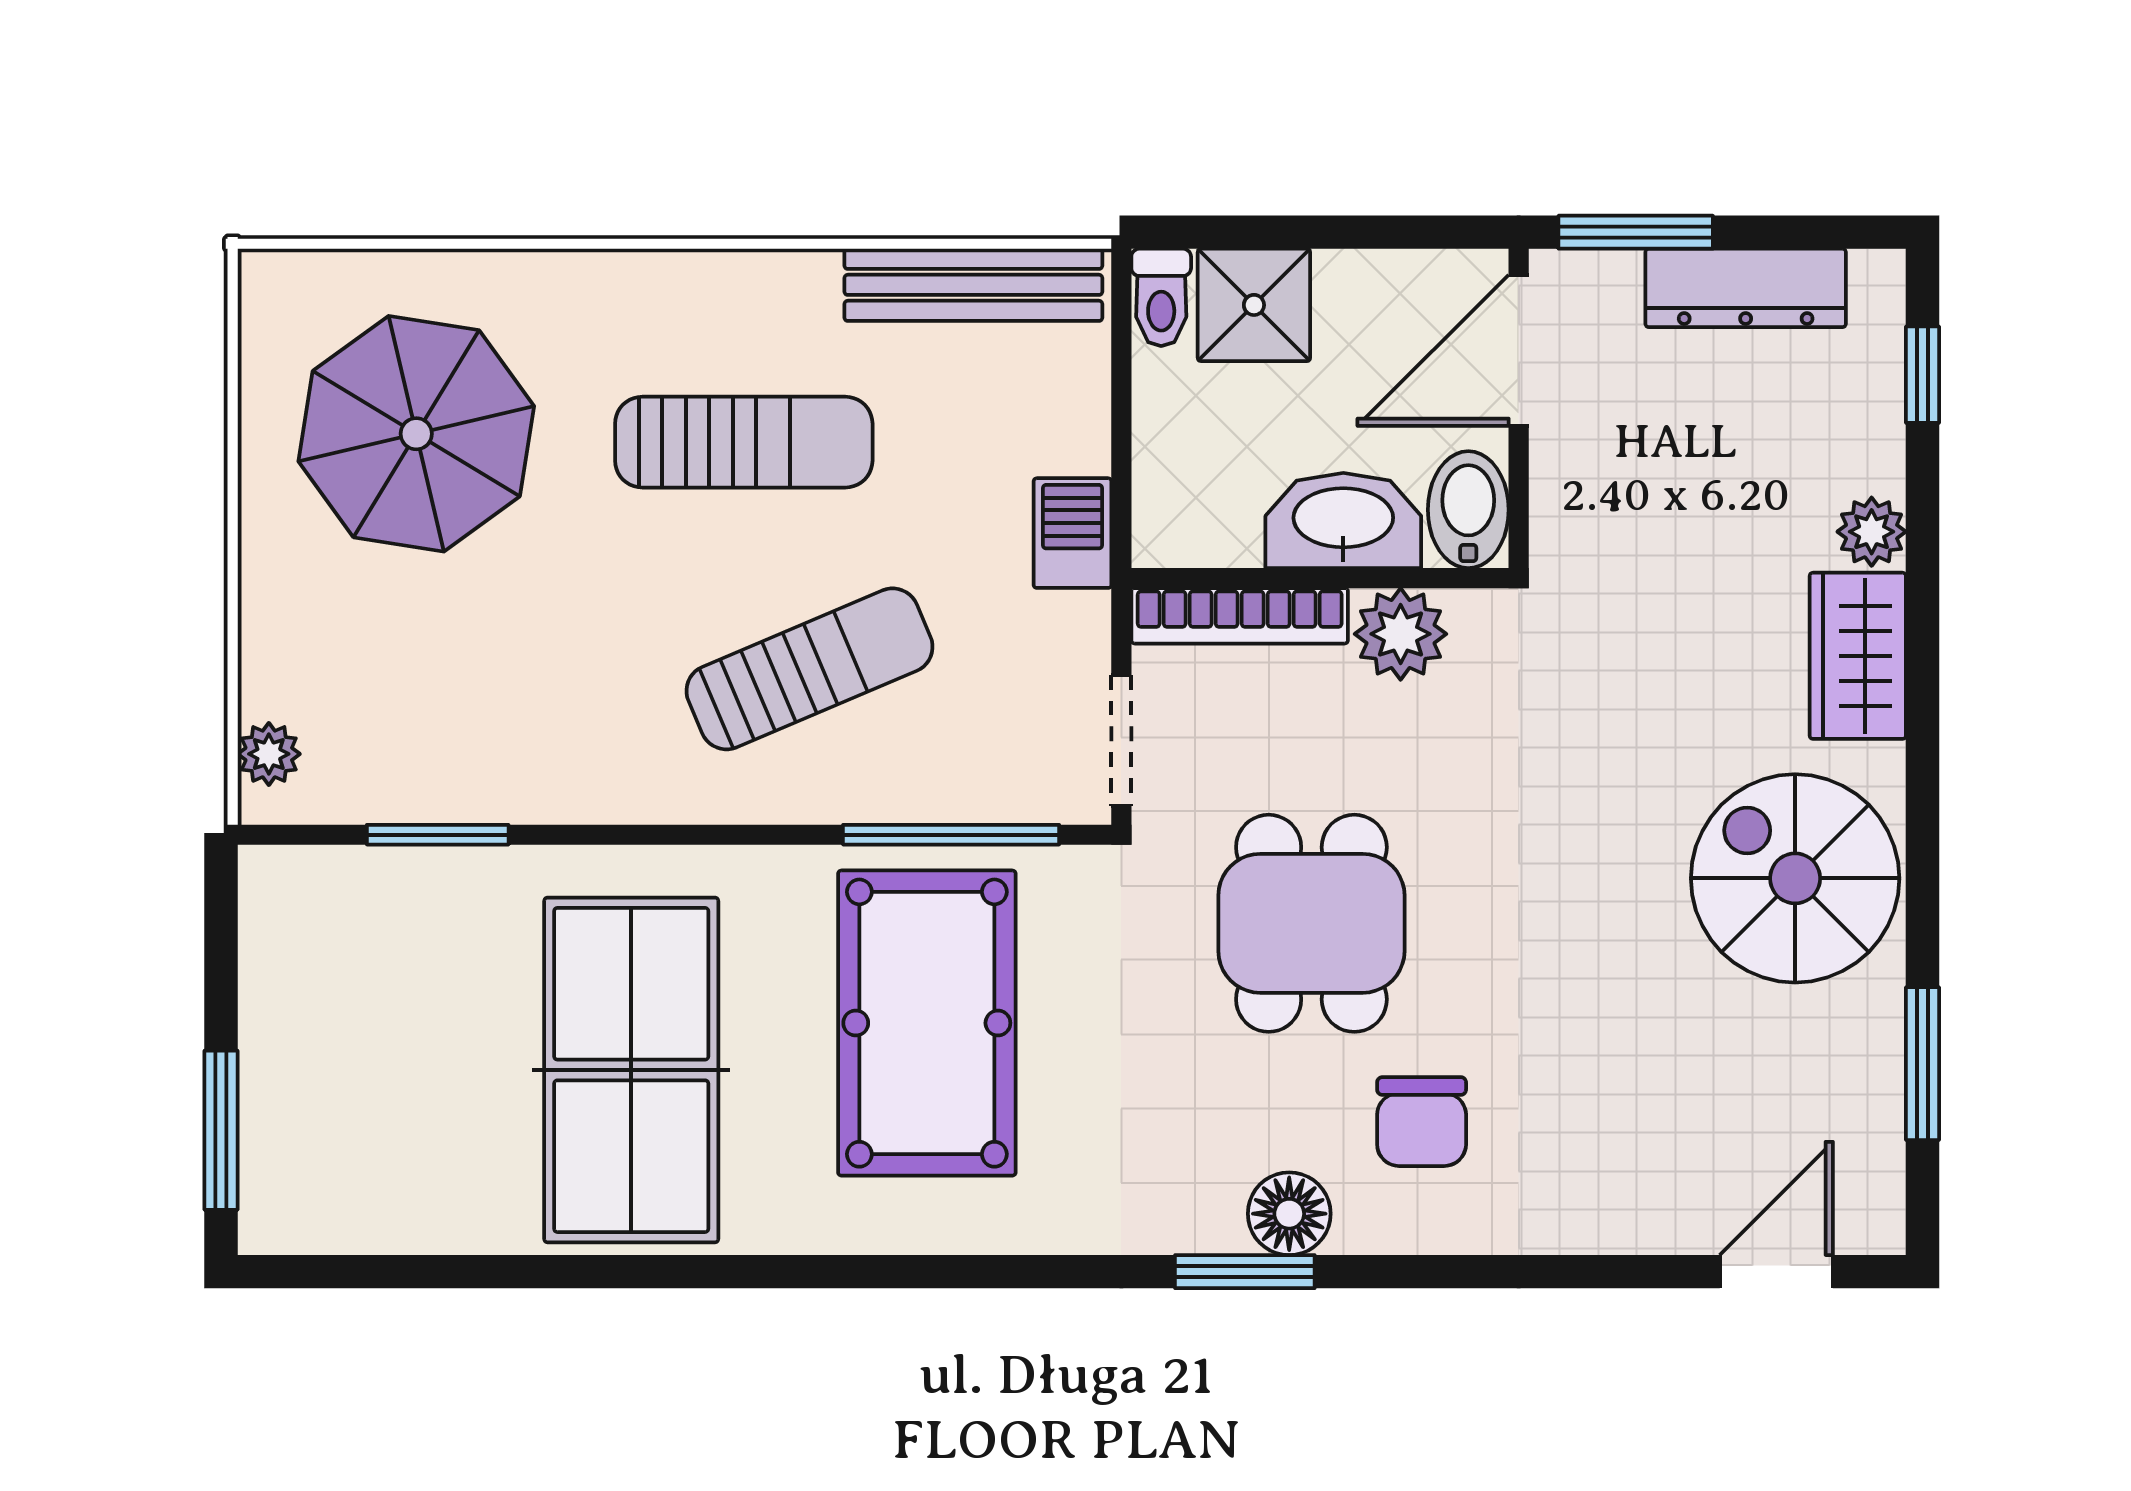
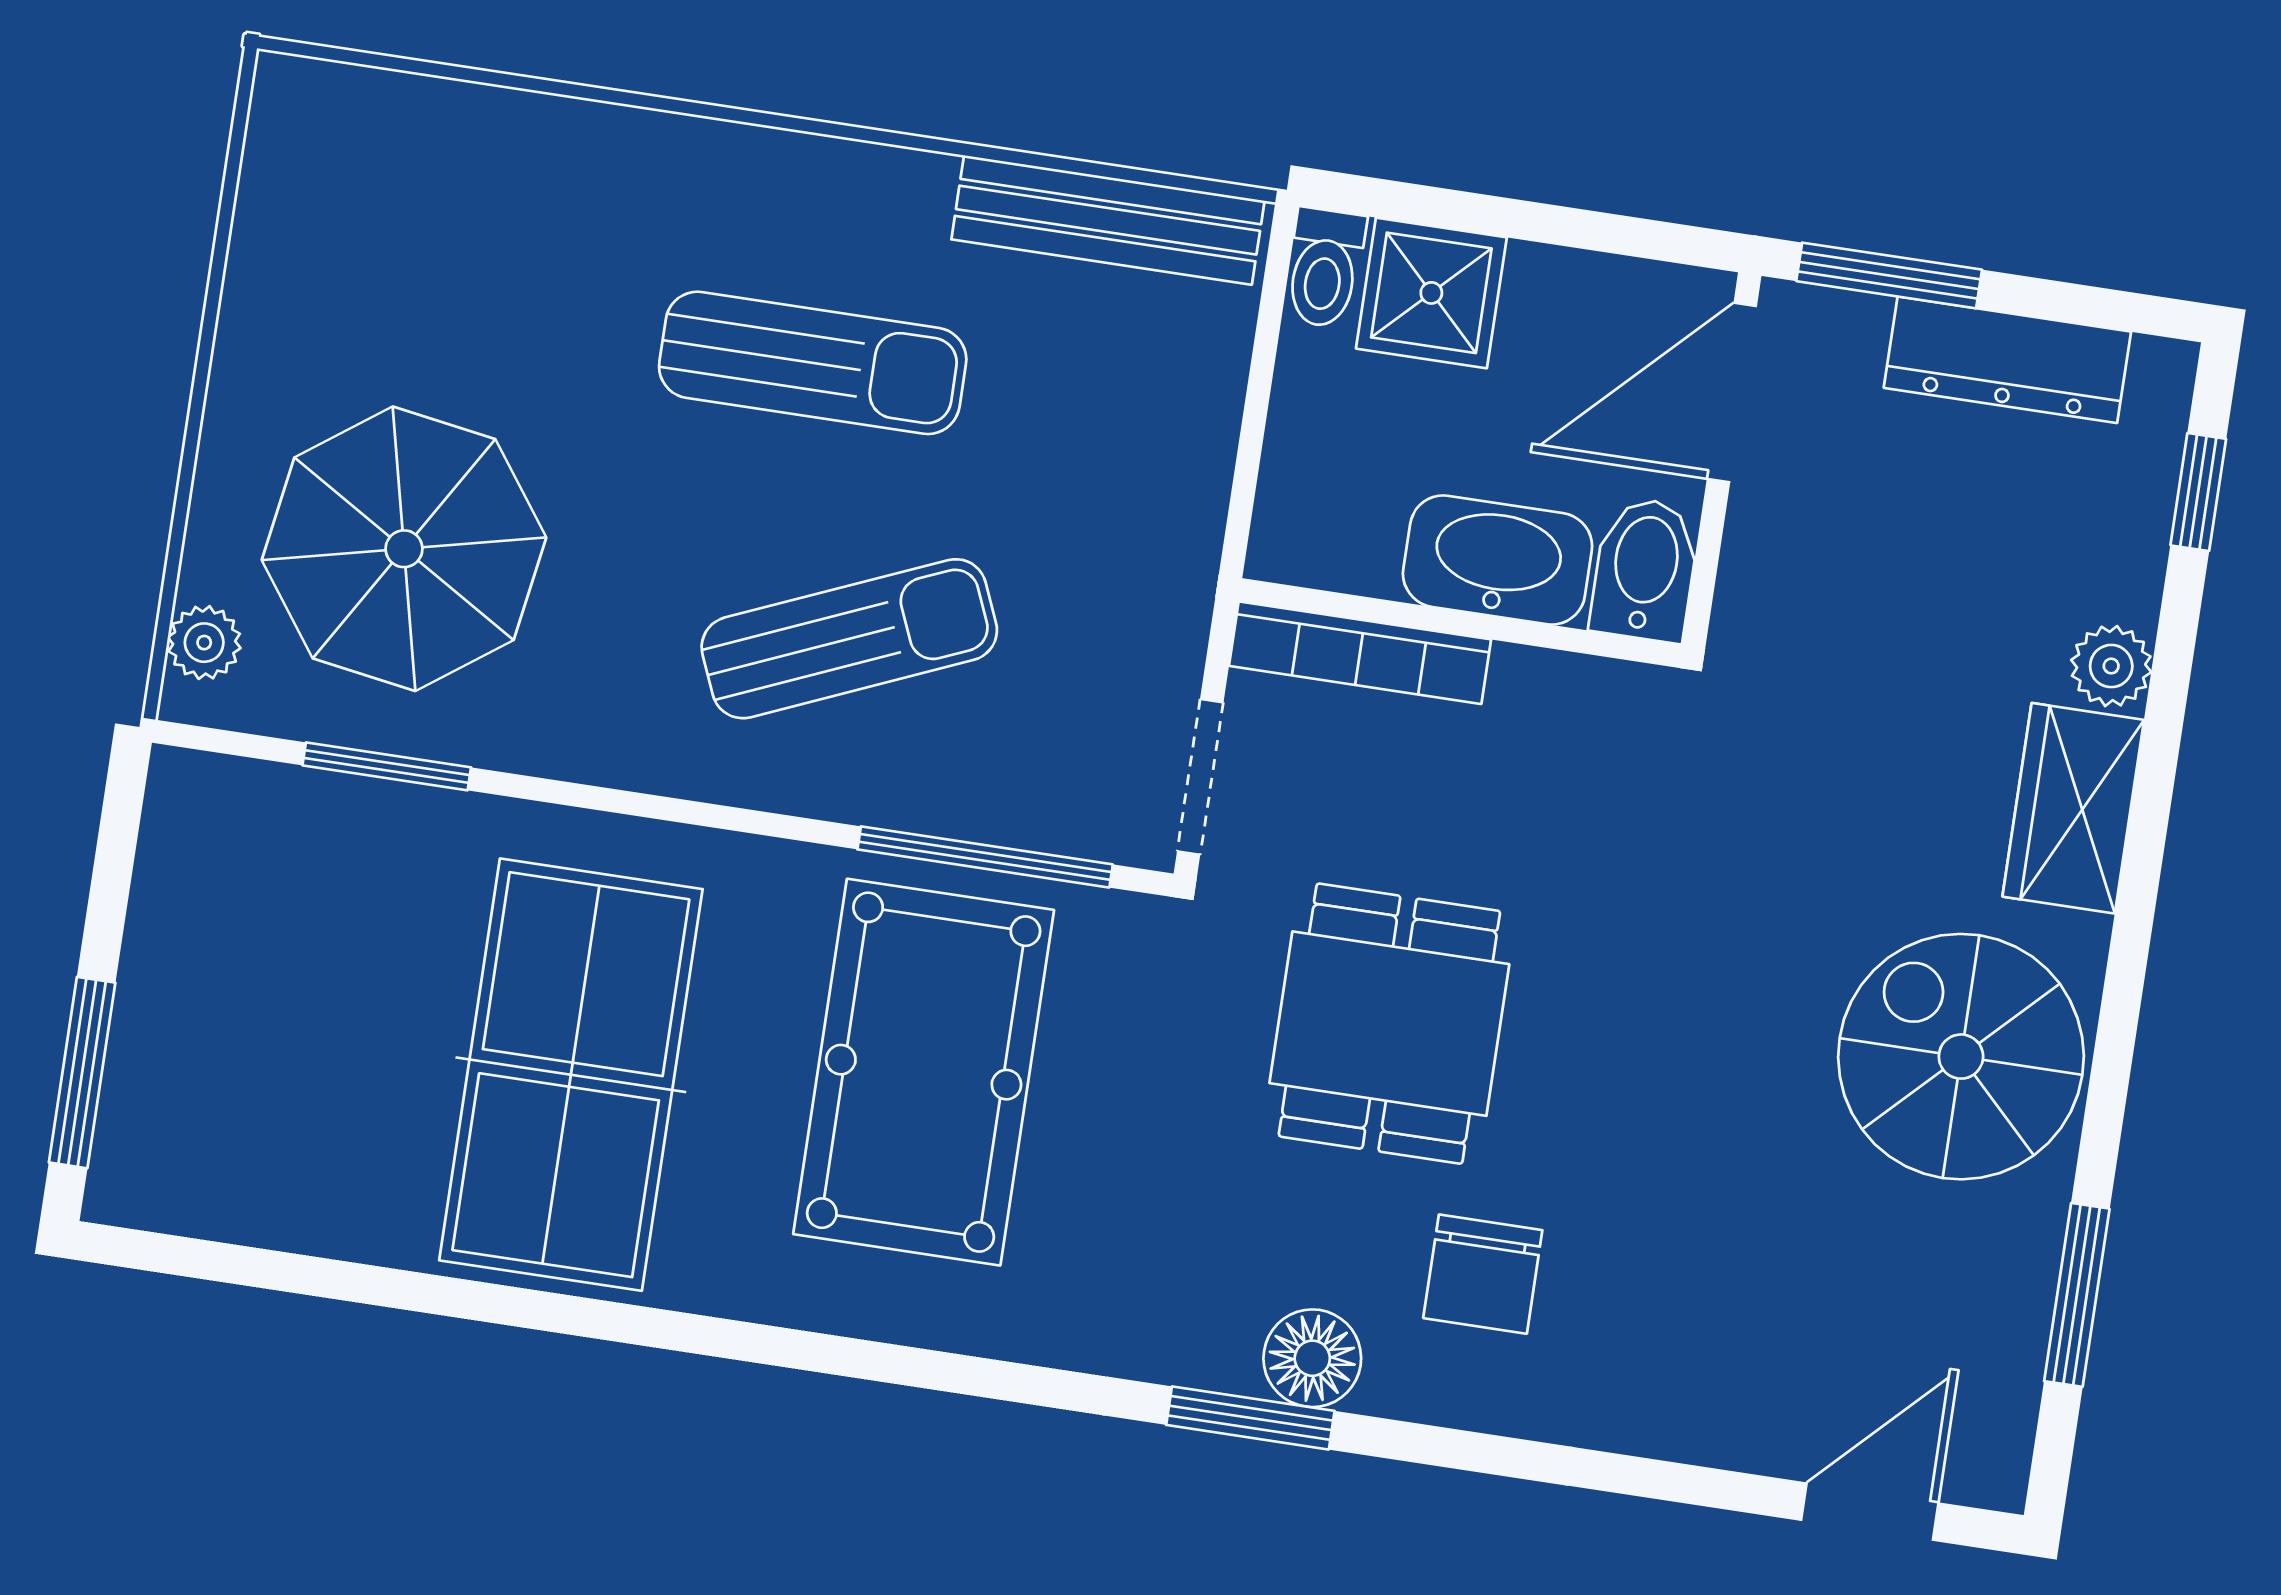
parasol: (416, 434) -> (404, 549), moved
barbecue: (1072, 533) -> (1180, 527), removed
plant: (1401, 634) -> (1544, 702), removed

